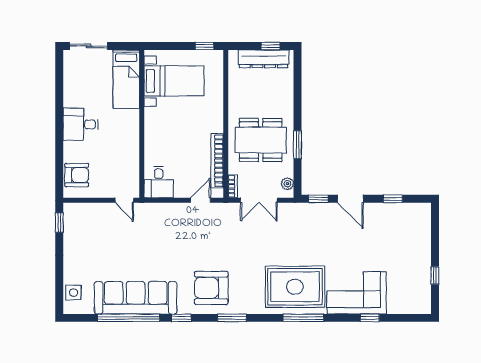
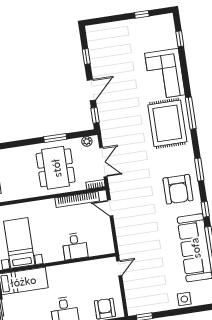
desk: (159, 182) -> (75, 246), moved, turned 90
side table: (74, 293) -> (184, 299), moved
window: (370, 318) -> (180, 39), moved

